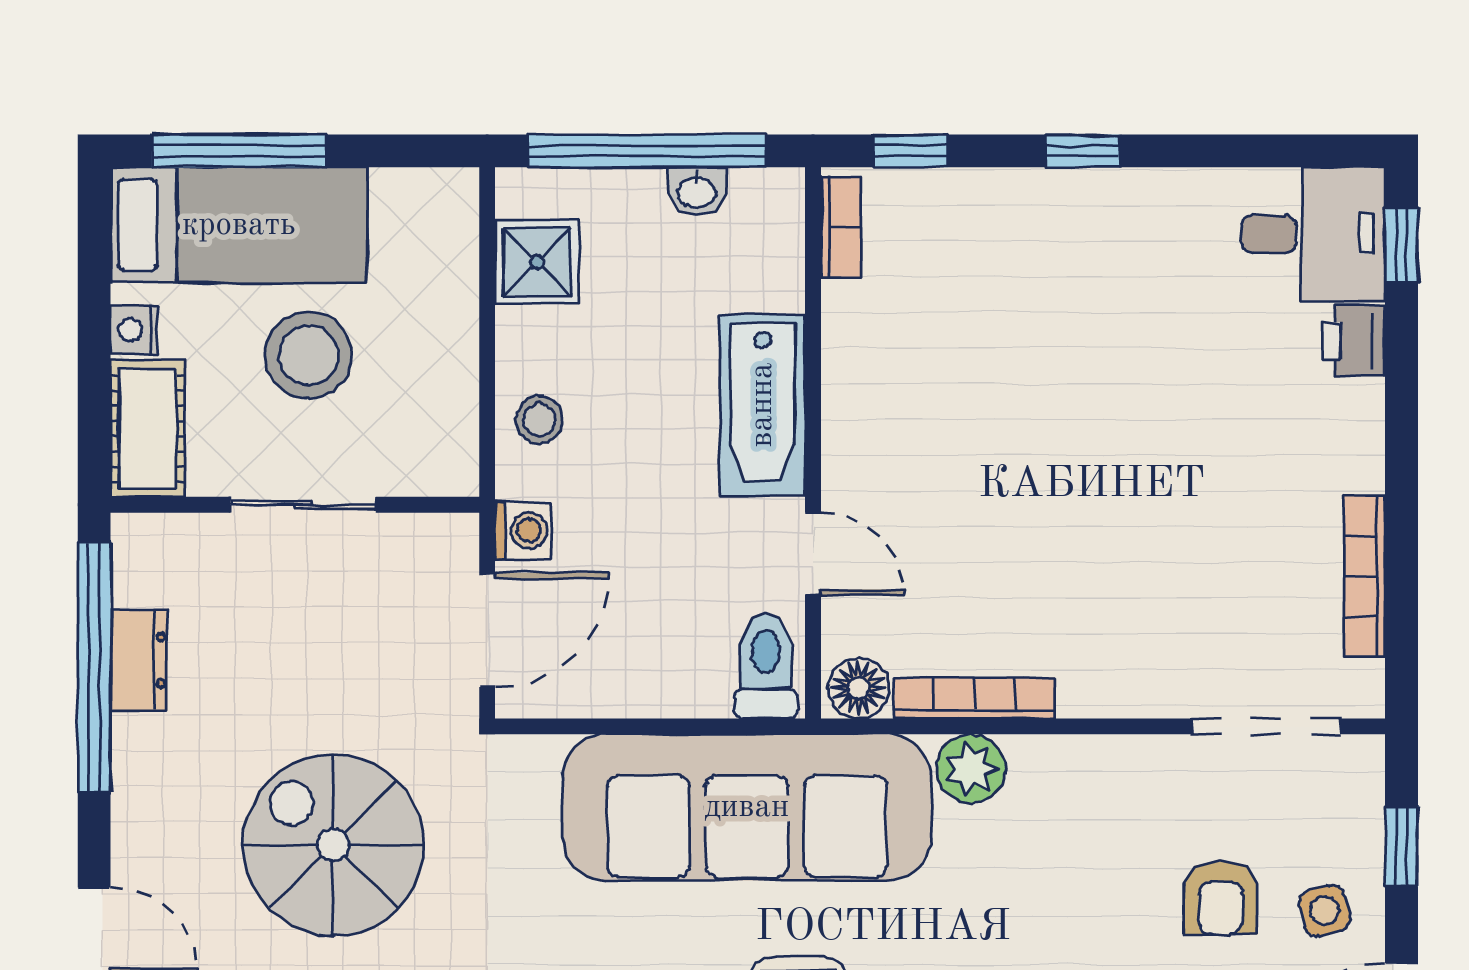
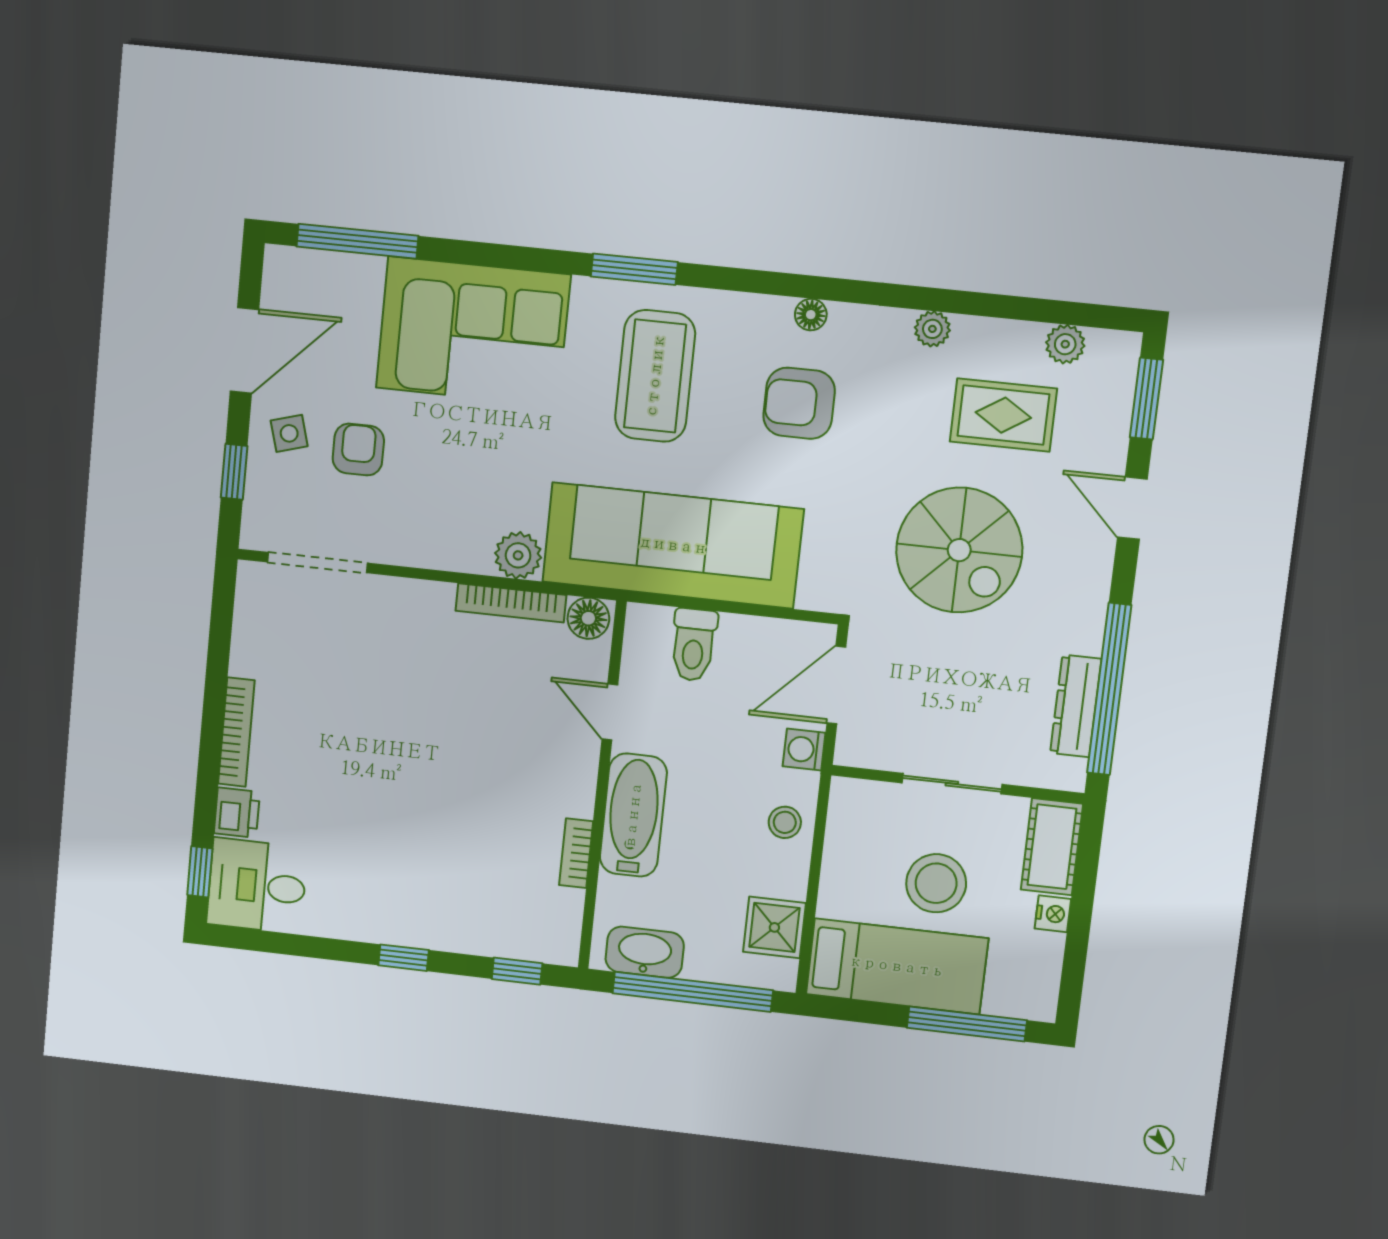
washbasin: (697, 191) -> (645, 952), width x1.91, depth x1.45
bed: (239, 225) -> (897, 966), moved, turned 180
bookcase: (841, 227) -> (576, 853), moved
bookcase: (1365, 576) -> (236, 732), moved
dresser: (139, 660) -> (1076, 706), width x1.44
toilet: (766, 666) -> (694, 645), moved

